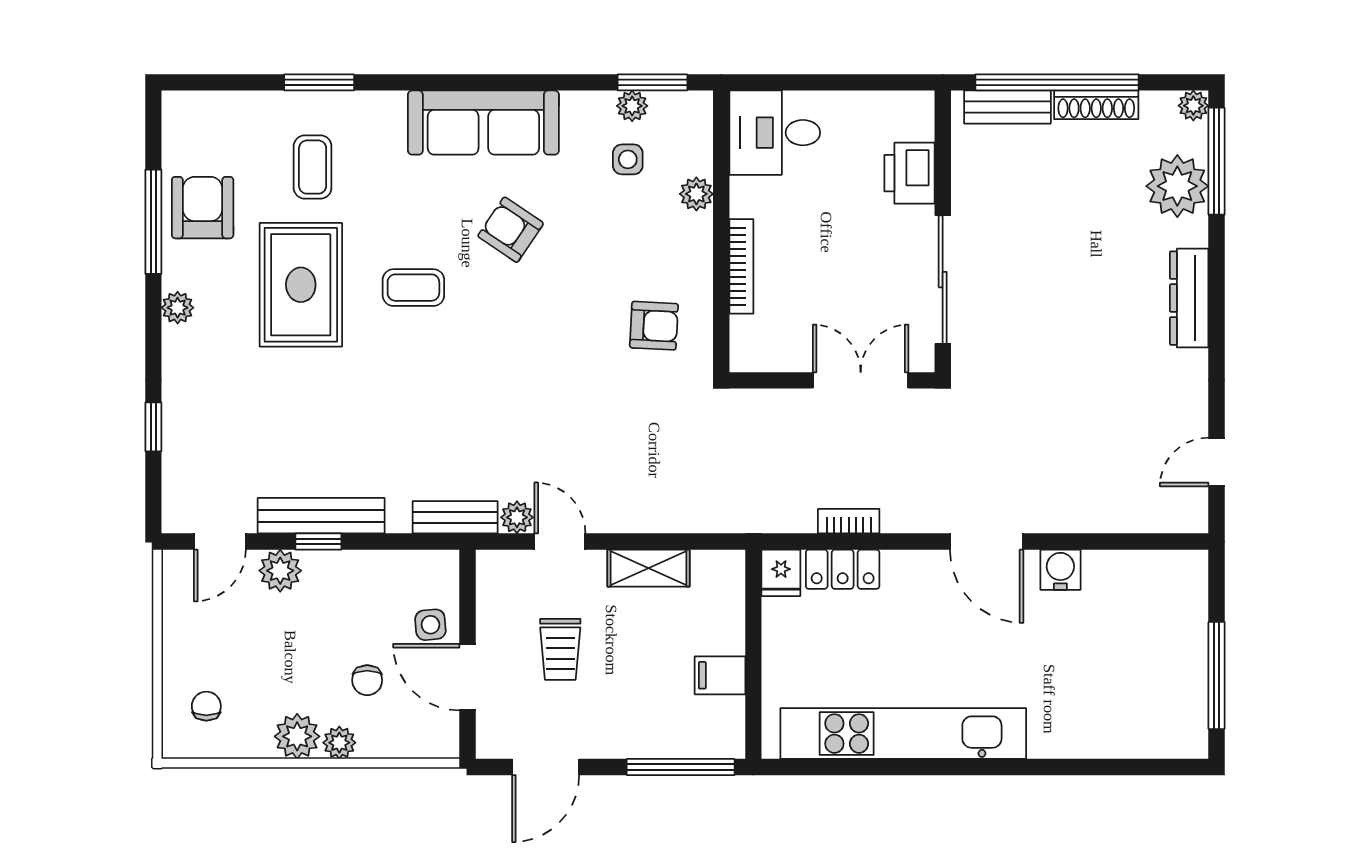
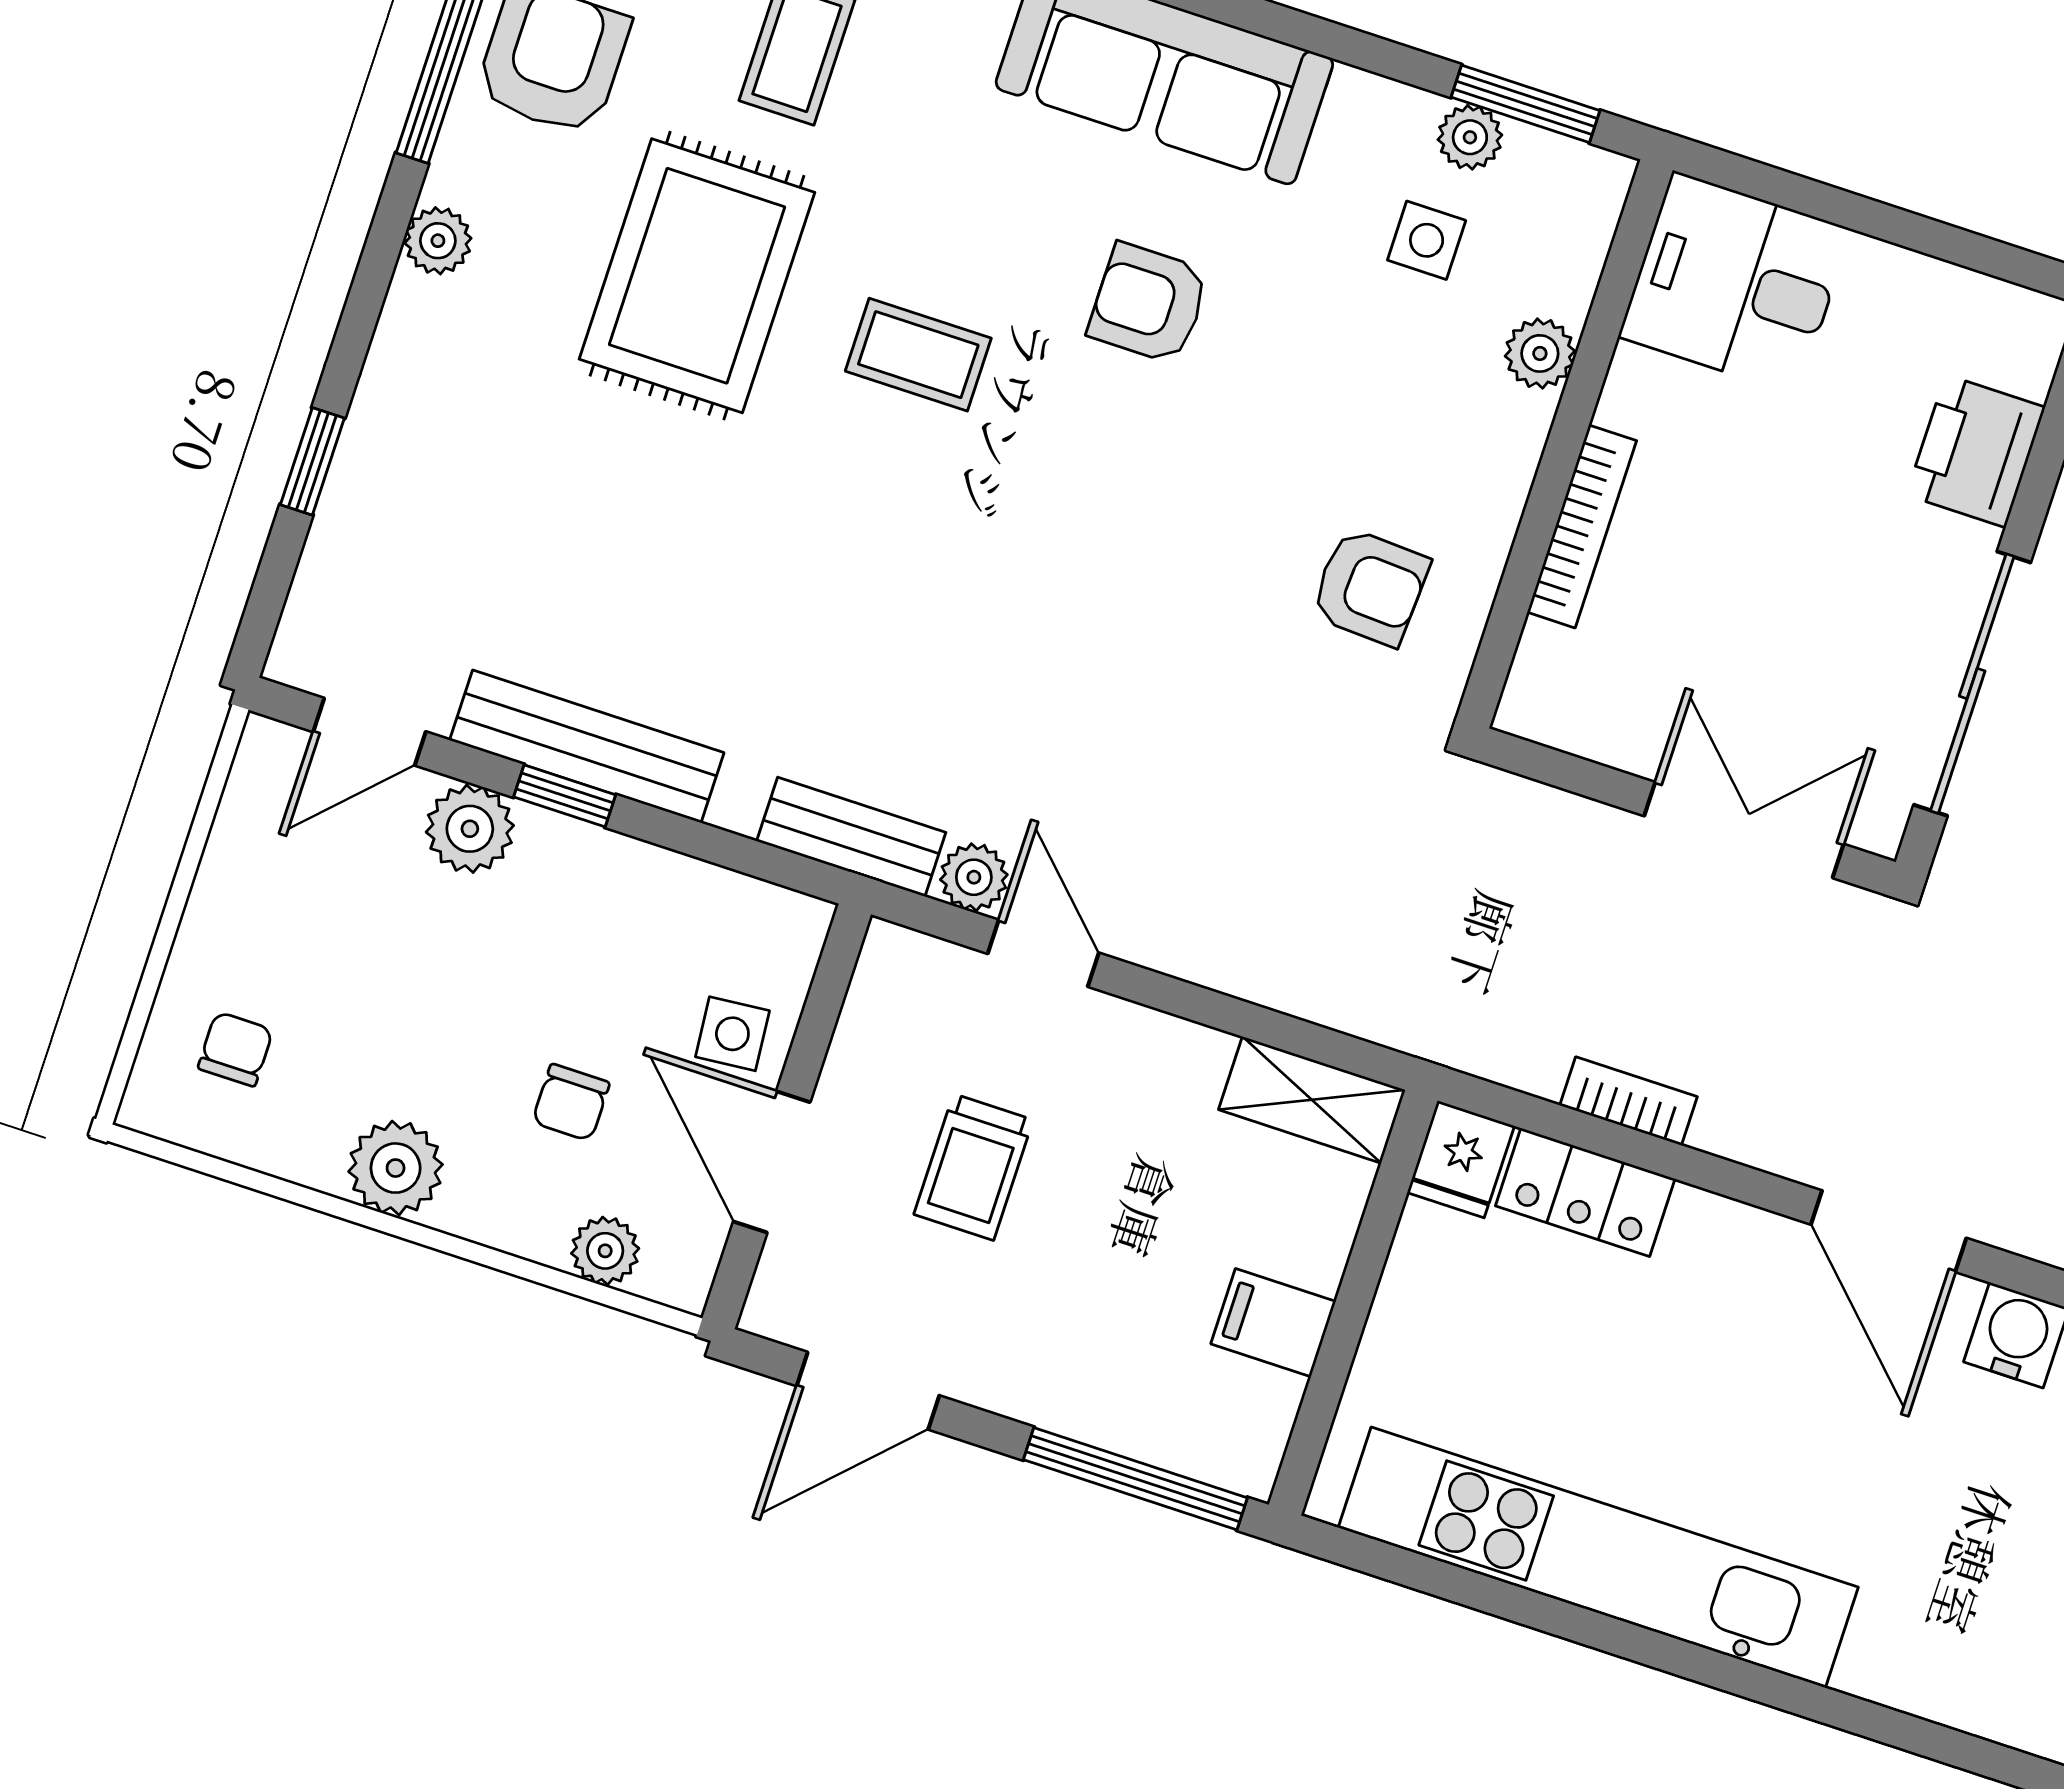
armchair: (511, 230) -> (1149, 303), turned -34
shelving: (648, 568) -> (1312, 1100), moved
plant: (339, 743) -> (605, 1251), moved

